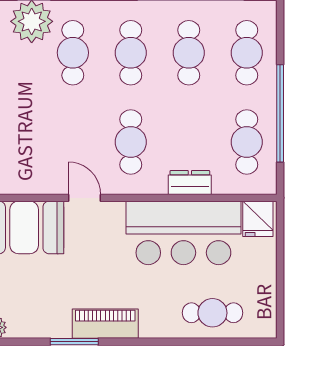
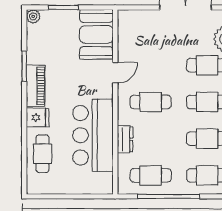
fridge: (258, 219) -> (38, 117), moved, turned 180

